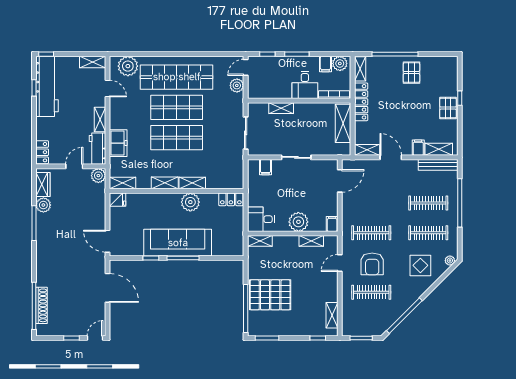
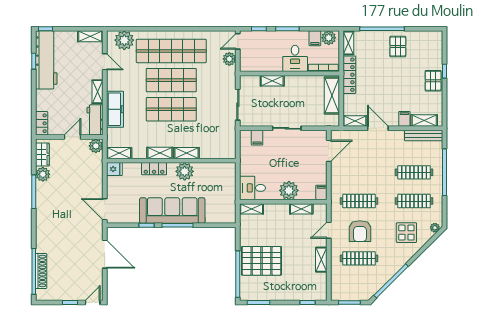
freezer: (118, 143) -> (115, 109), width x1.40
locker: (231, 199) -> (154, 169), moved
shelving: (332, 315) -> (321, 260), moved

